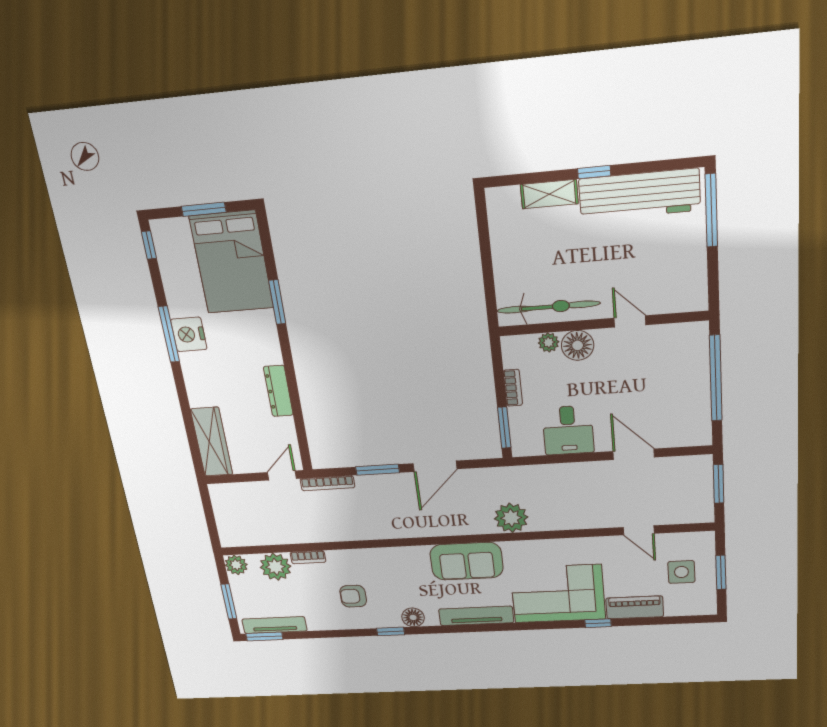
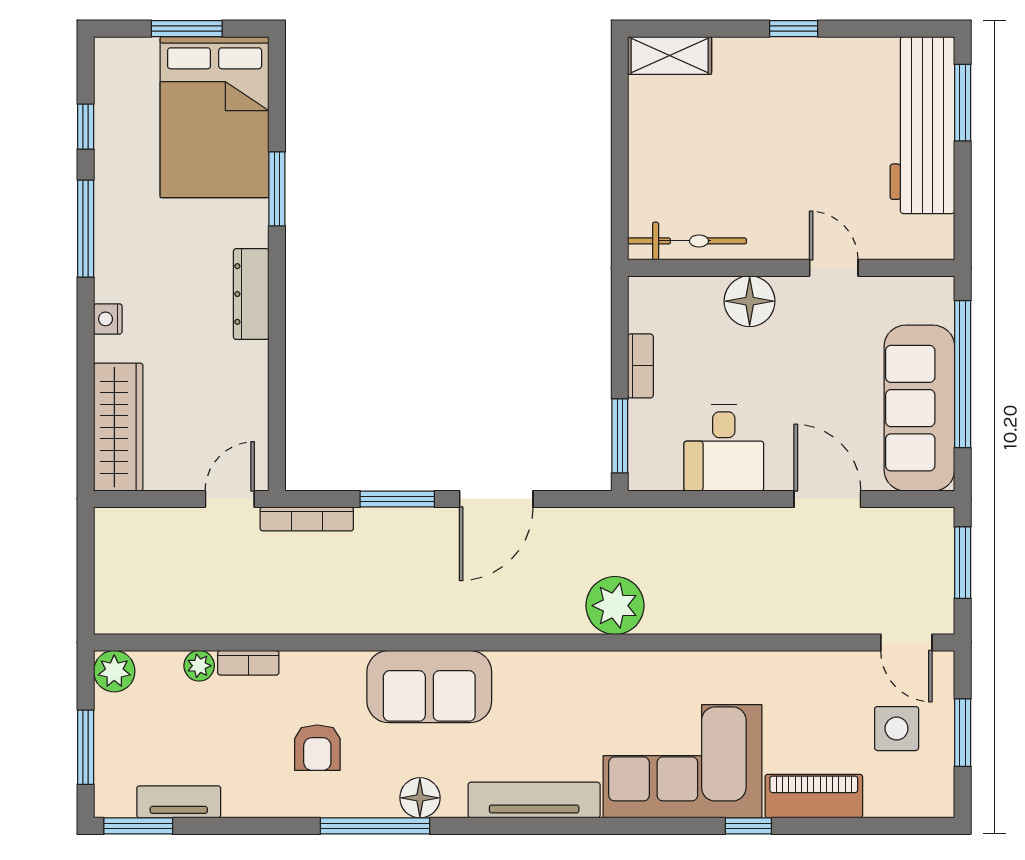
shelving: (549, 194) -> (670, 55), moved
workbench: (639, 195) -> (922, 125), moved, turned 90
window: (711, 211) -> (963, 103), width x0.69
window: (149, 245) -> (86, 127), moved
bicycle: (548, 307) -> (687, 241), width x0.73, depth x0.71
nightstand: (189, 334) -> (108, 319), moved, width x0.53, depth x0.56
plant: (549, 342) -> (704, 292), removed
dresser: (278, 391) -> (251, 294), moved
sofa: (689, 400) -> (919, 408), added
door: (639, 530) -> (906, 643), moved
sofa: (467, 561) -> (429, 687), moved
plant: (276, 567) -> (199, 666), width x0.53, depth x0.53
armchair: (353, 596) -> (317, 748), turned -90
tv unit: (274, 625) -> (179, 802), width x0.71
window: (391, 631) -> (375, 826), width x2.17

